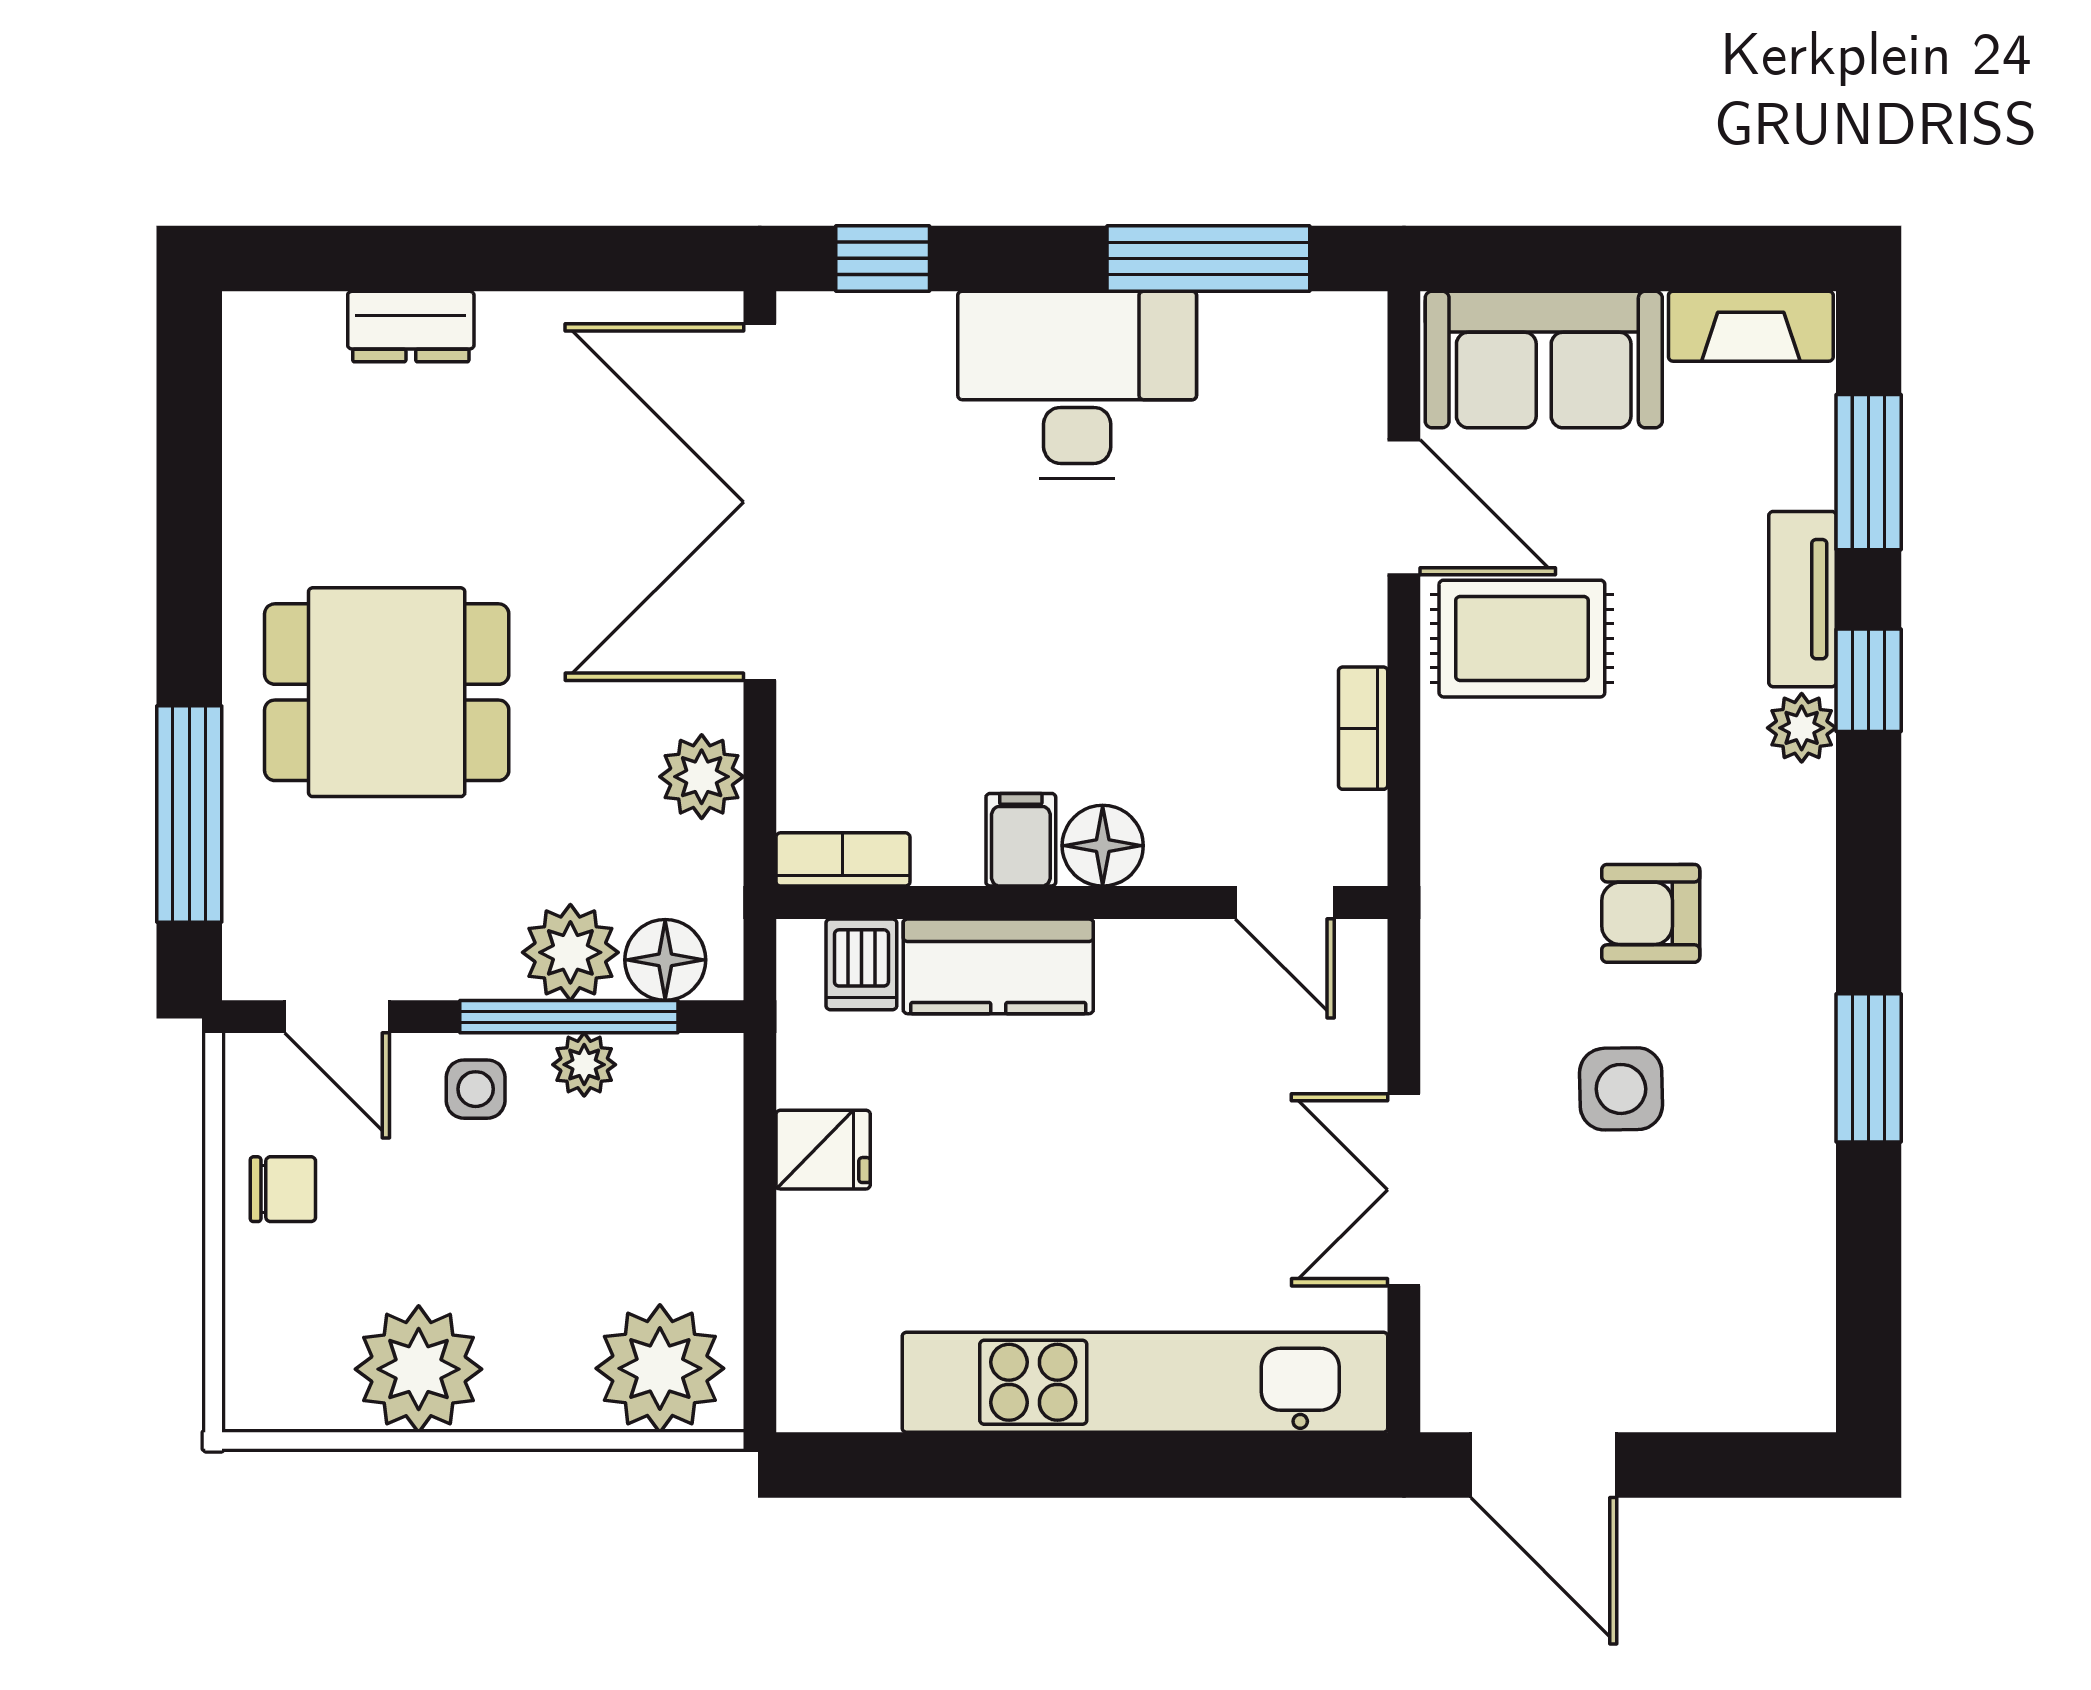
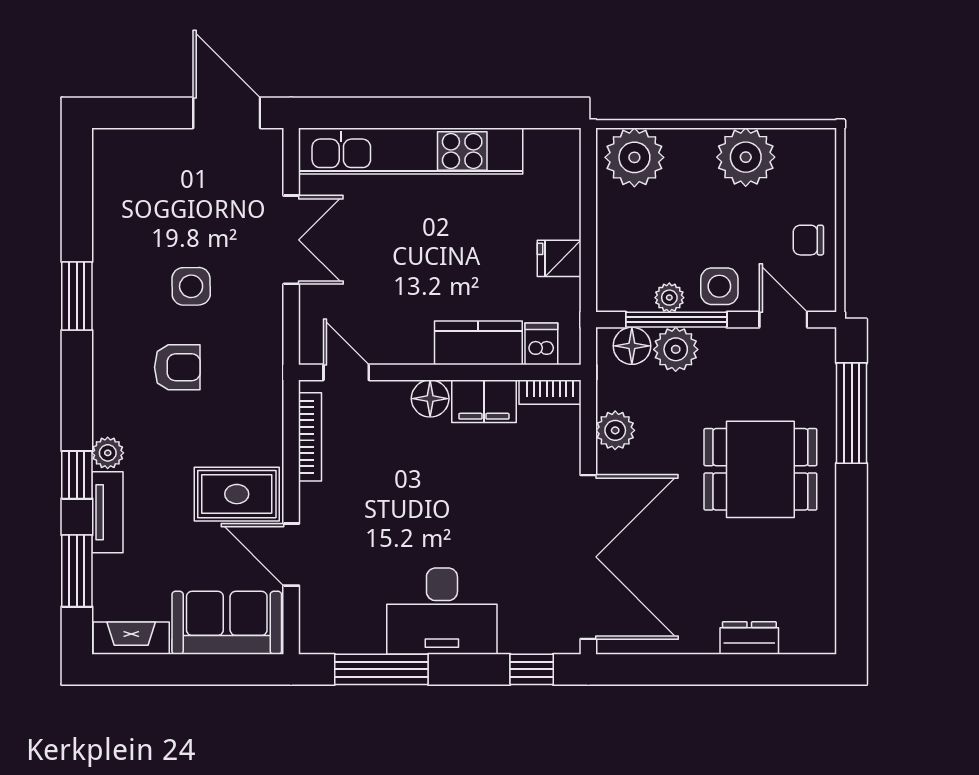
bookcase: (1363, 728) -> (310, 437), width x1.56
filing cabinet: (1021, 840) -> (484, 401), width x2.00
side table: (476, 1089) -> (719, 286), width x1.37, depth x1.37

